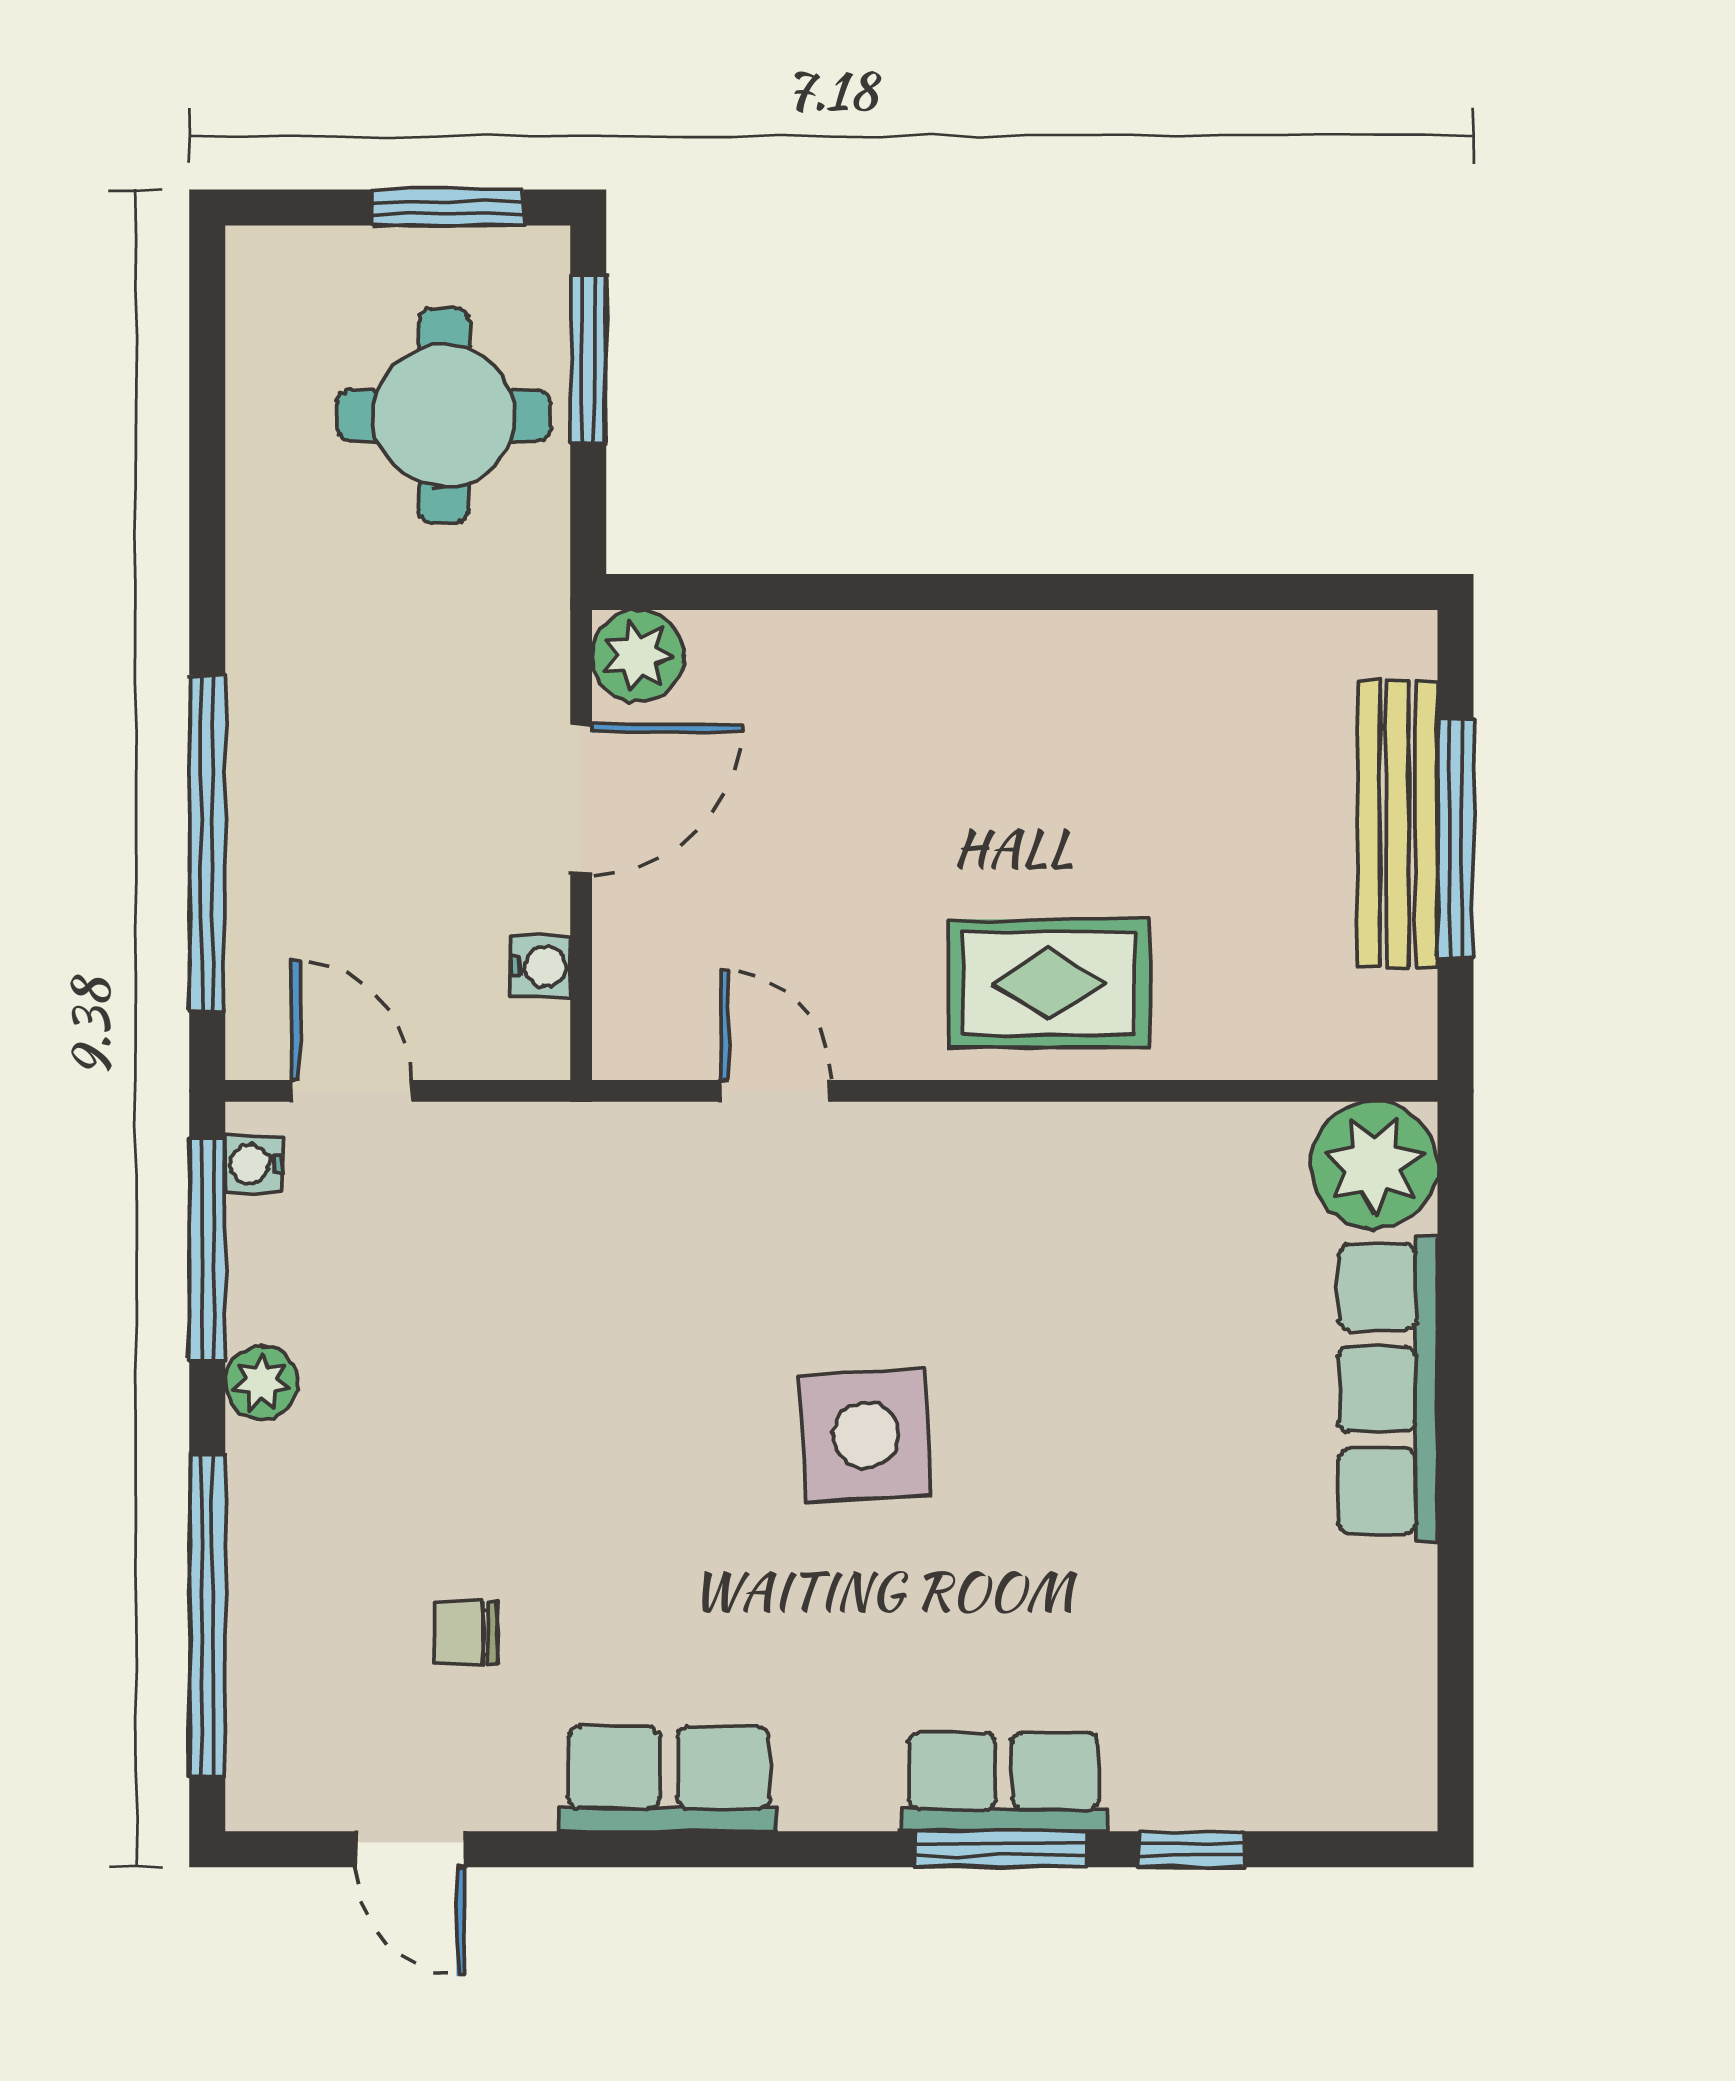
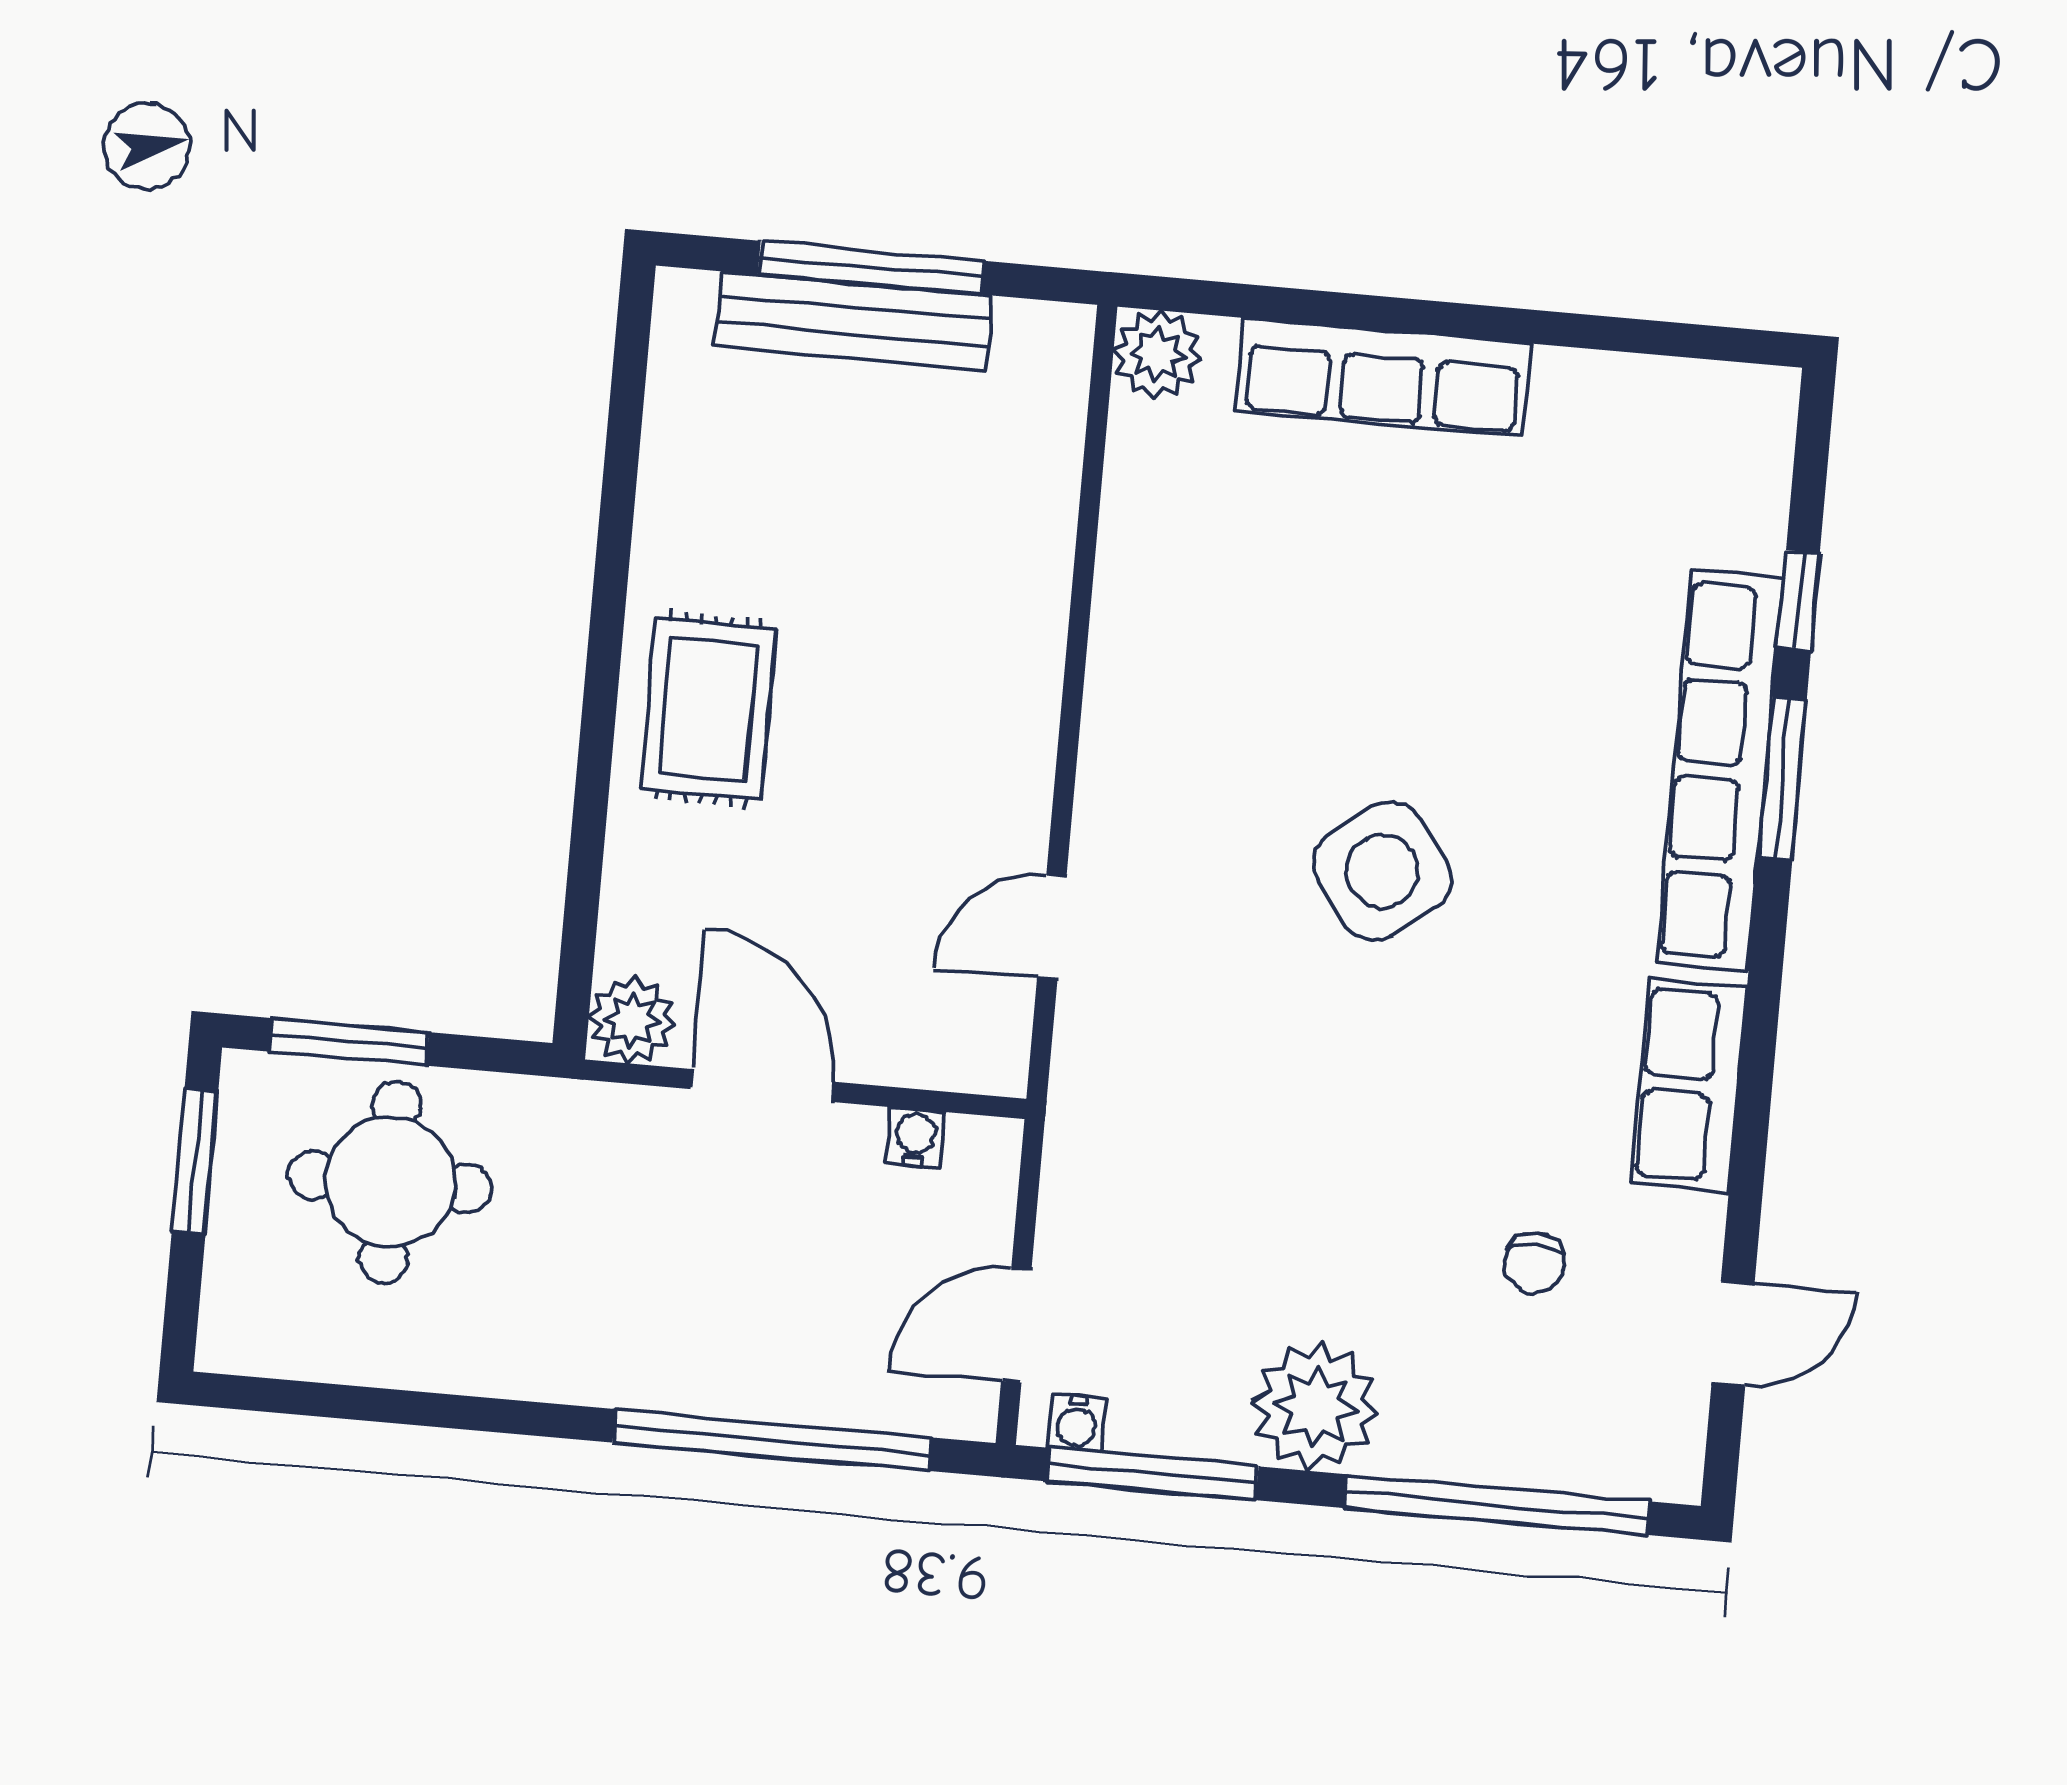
rug: (1049, 983) -> (708, 709), moved
plant: (1374, 1165) -> (1157, 354), width x0.73, depth x0.73
plant: (262, 1383) -> (1315, 1407), width x1.87, depth x1.87
side table: (866, 1435) -> (1382, 871), turned -34
row of seats: (1004, 1782) -> (1720, 771), width x2.02

